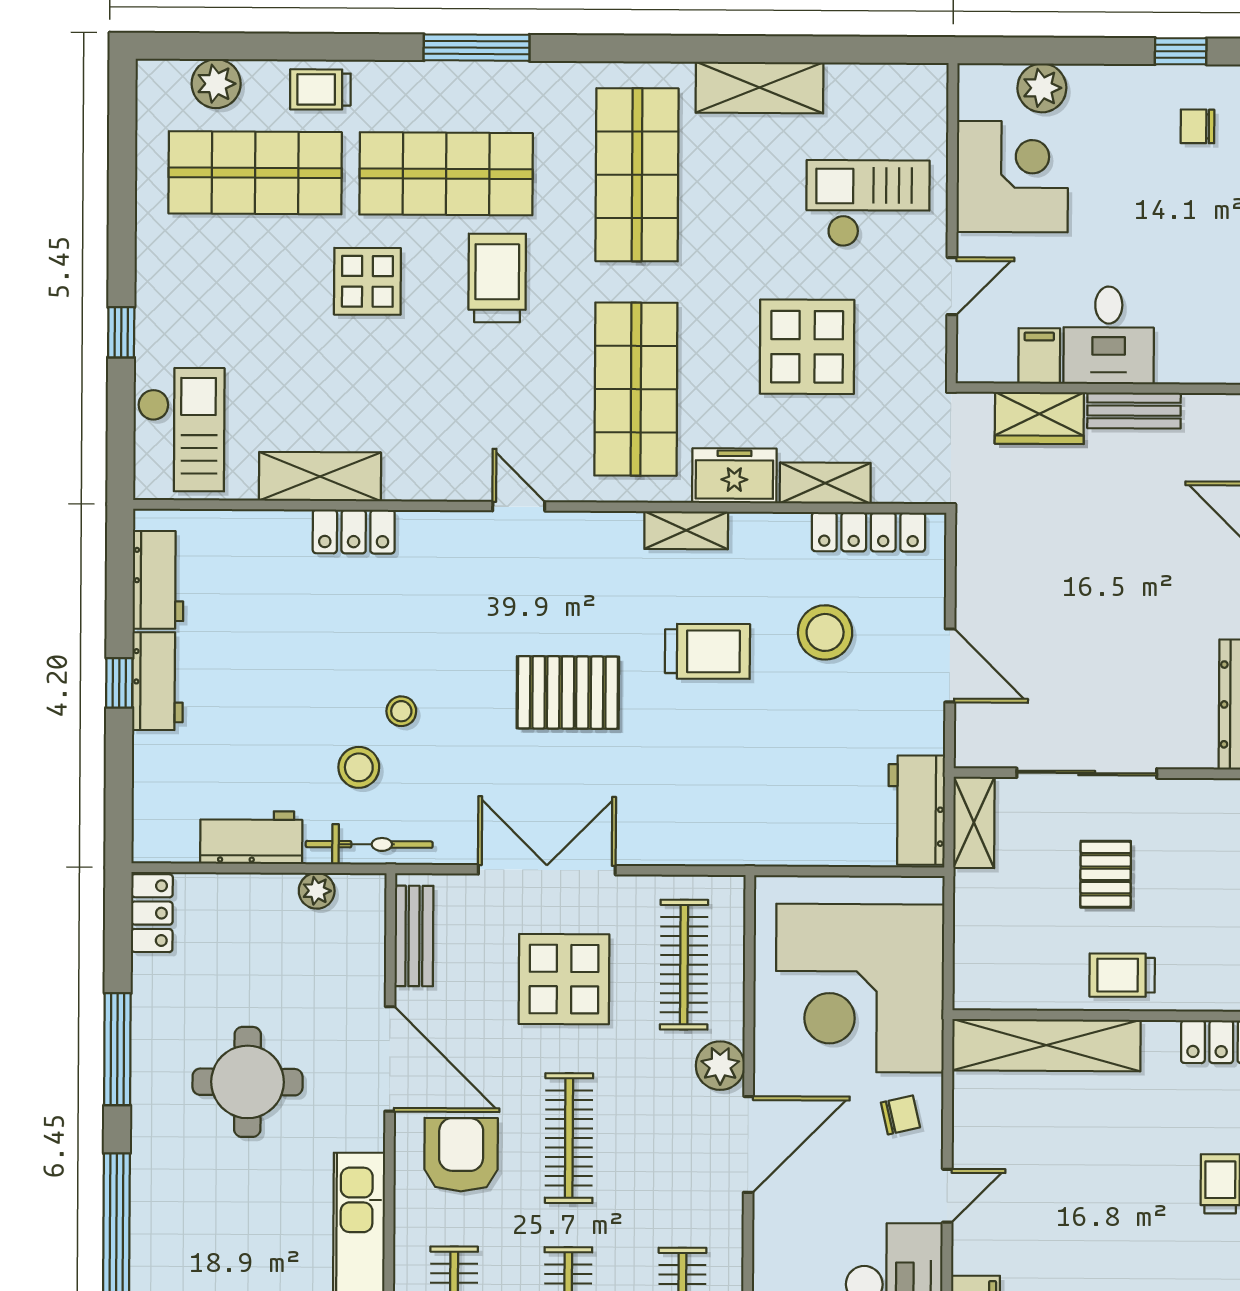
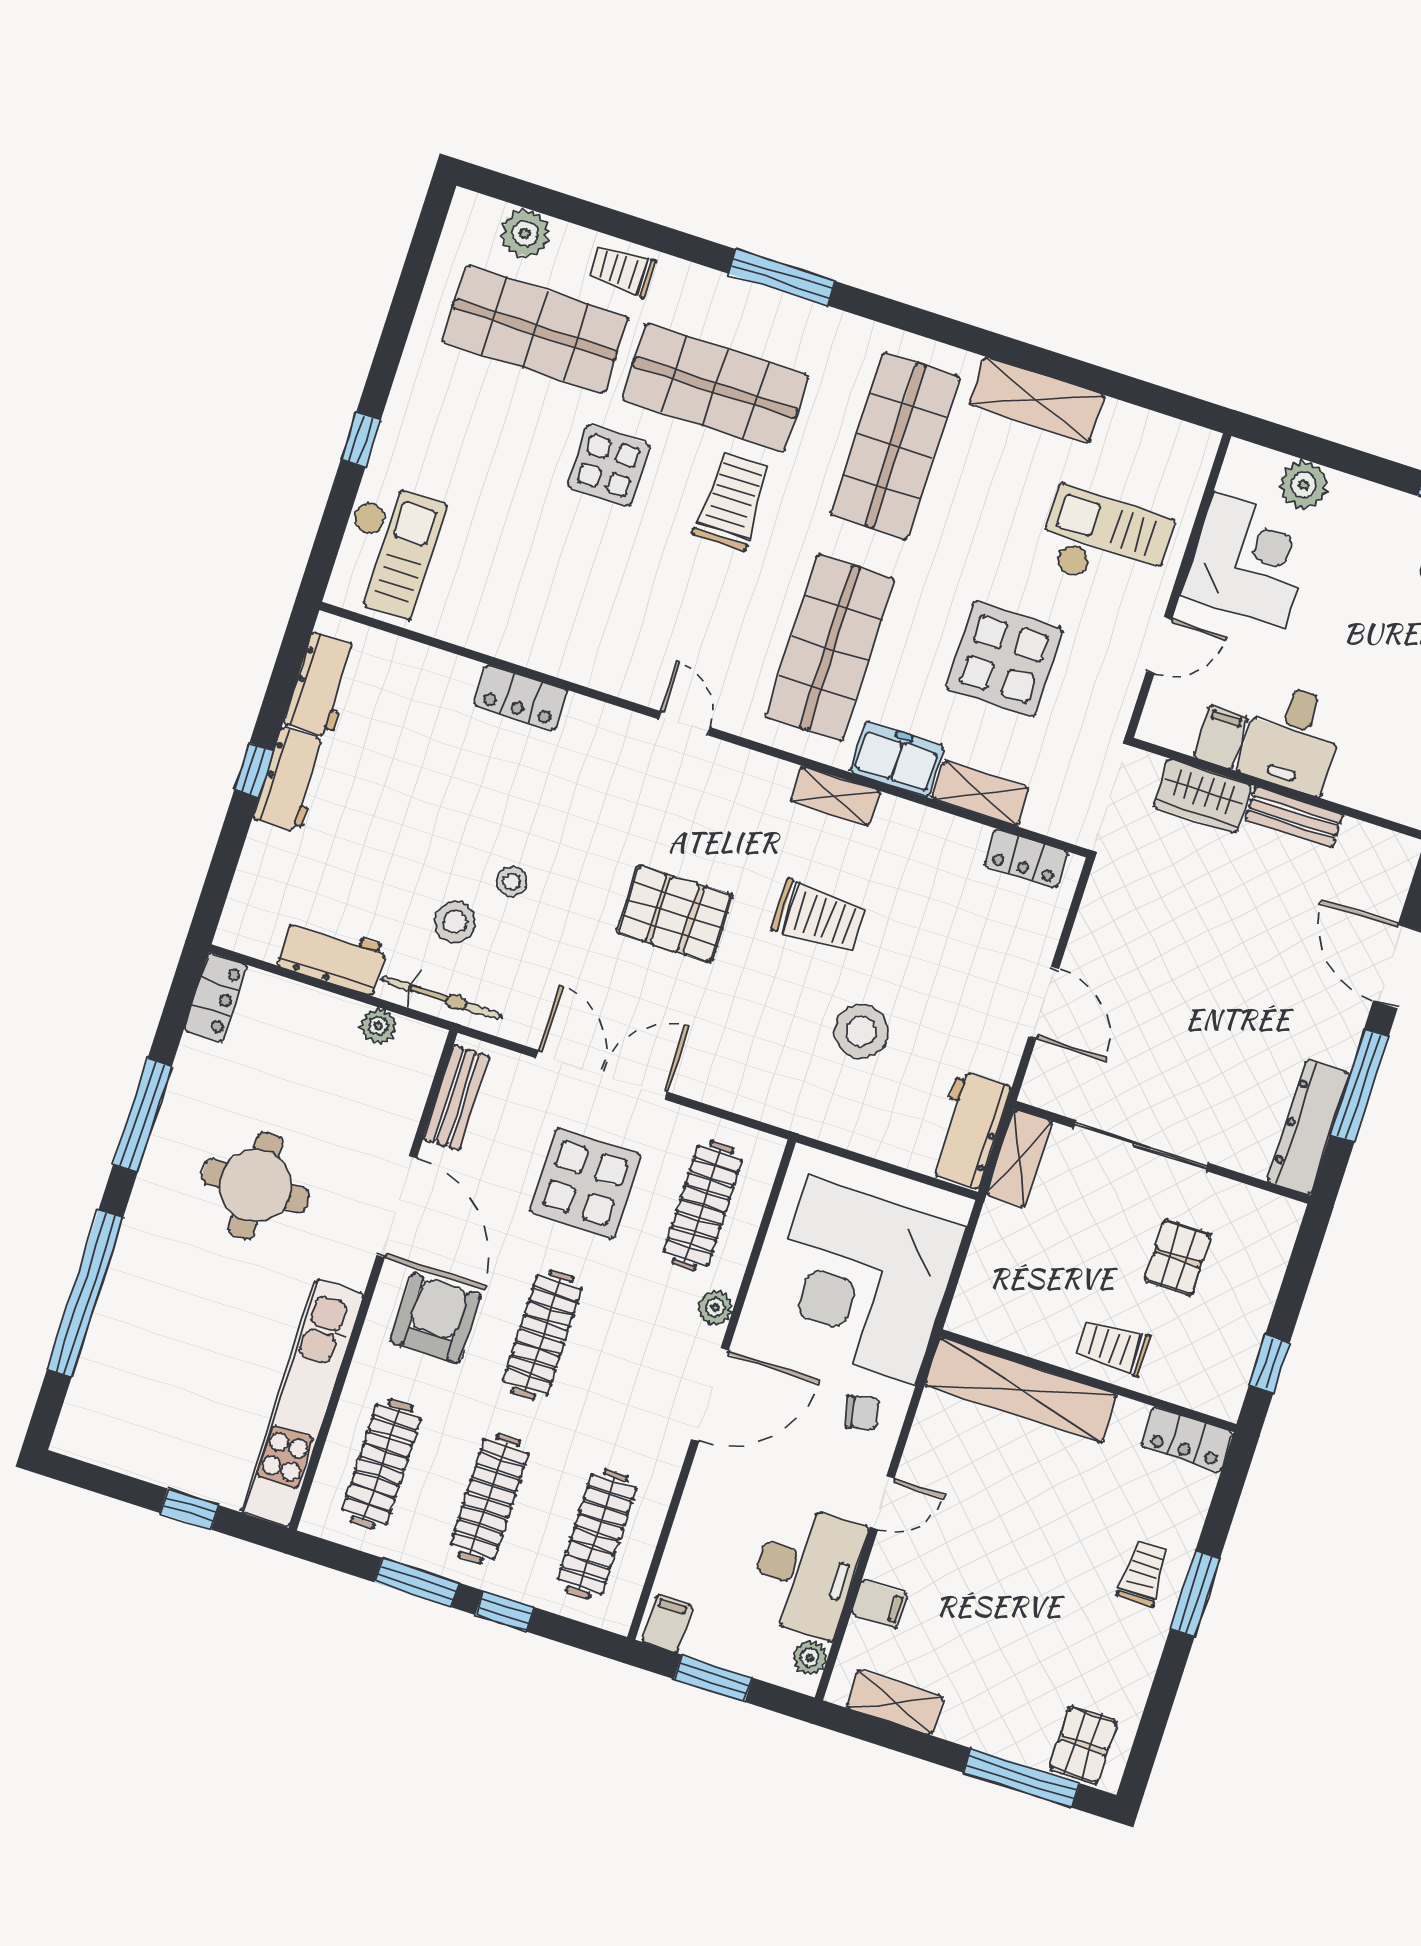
shelving: (320, 477) -> (505, 636), removed
locker: (868, 532) -> (1026, 858), width x0.66
stool: (825, 632) -> (861, 1031), moved
pallet: (1106, 874) -> (1178, 1258), moved
plant: (720, 1066) -> (715, 1308), width x0.73, depth x0.73

